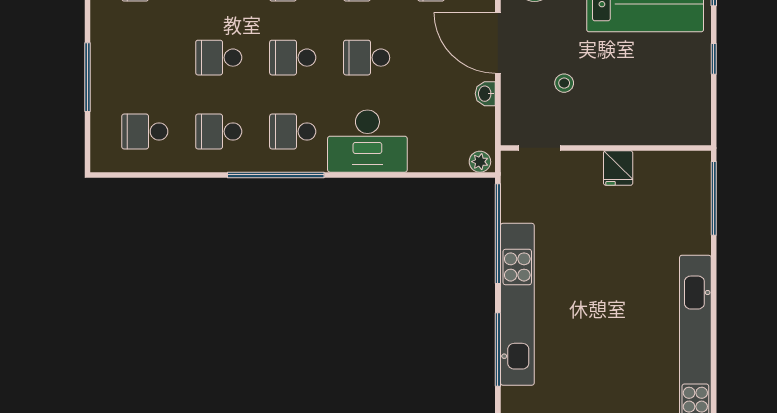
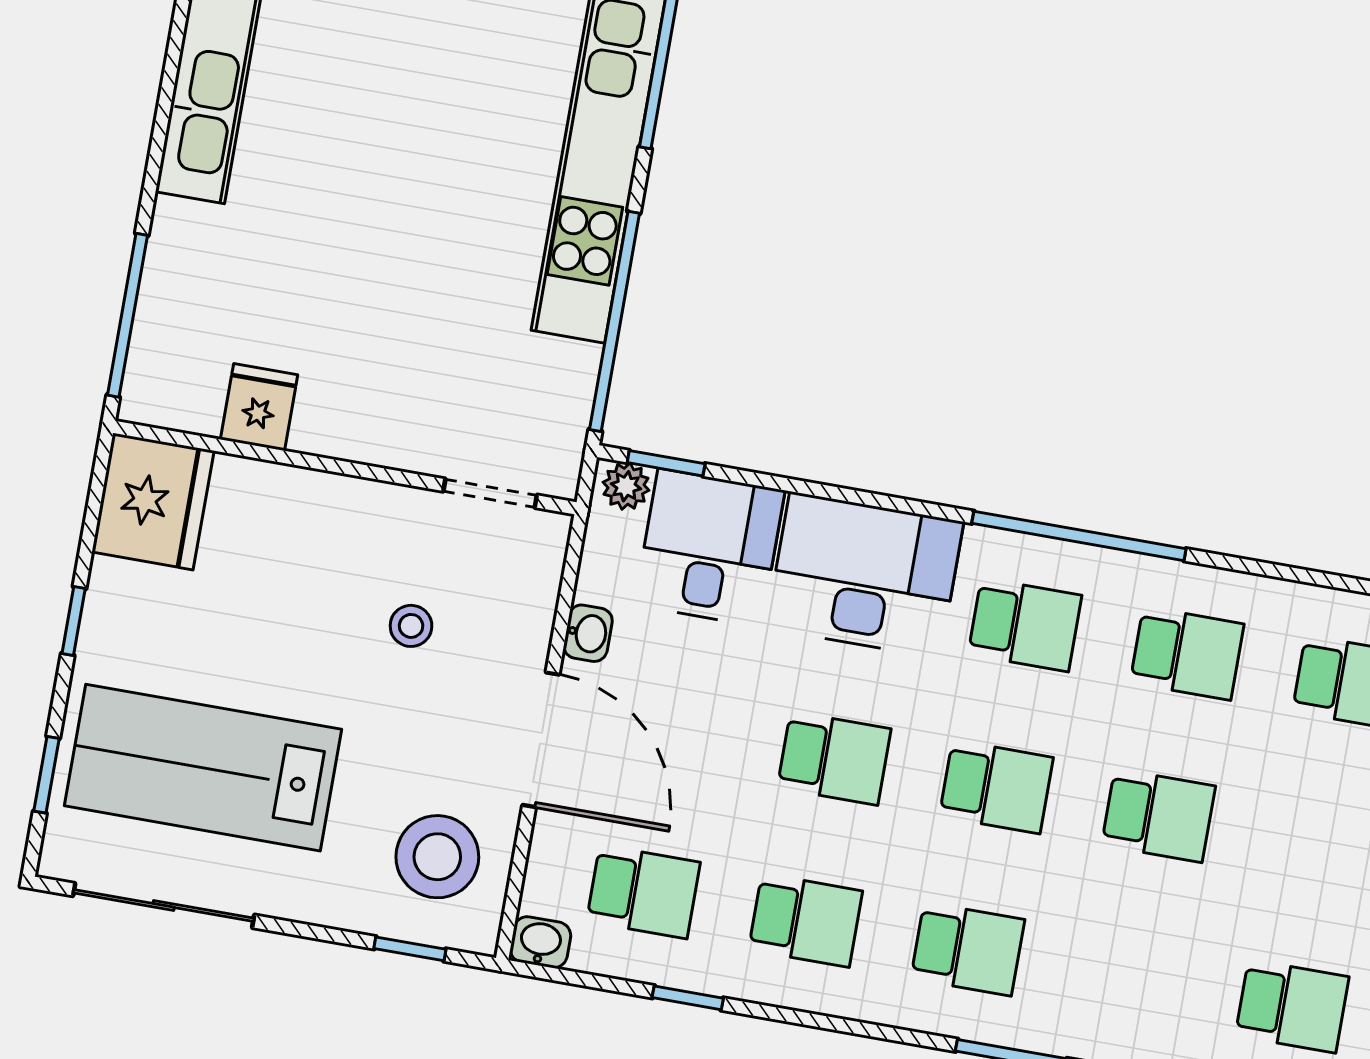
fridge: (688, 118) -> (153, 501), added
desk: (438, 141) -> (709, 548), added
fridge: (618, 168) -> (259, 407), moved
window: (464, 175) -> (666, 463), added

